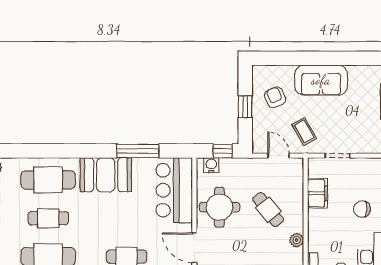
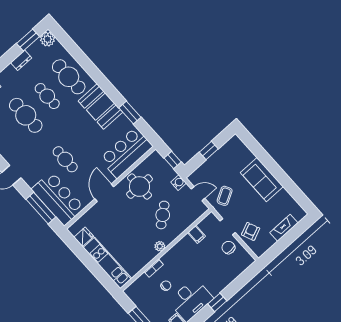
armchair: (275, 97) -> (251, 231), moved
window: (138, 151) -> (130, 113), width x0.69
door: (279, 156) -> (198, 194), hinge flipped
water cooler: (211, 165) -> (179, 183), moved
filing cabinet: (317, 193) -> (197, 234), width x0.50
chair: (362, 209) -> (228, 247), moved

